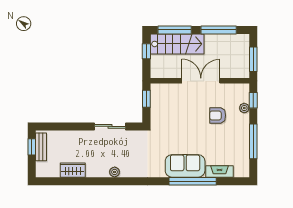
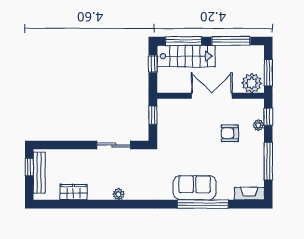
plant: (238, 69) -> (252, 83), added
bench: (41, 147) -> (39, 173), width x1.36
fireplace: (219, 171) -> (249, 194), moved

